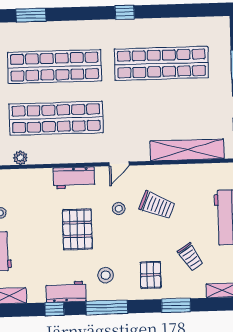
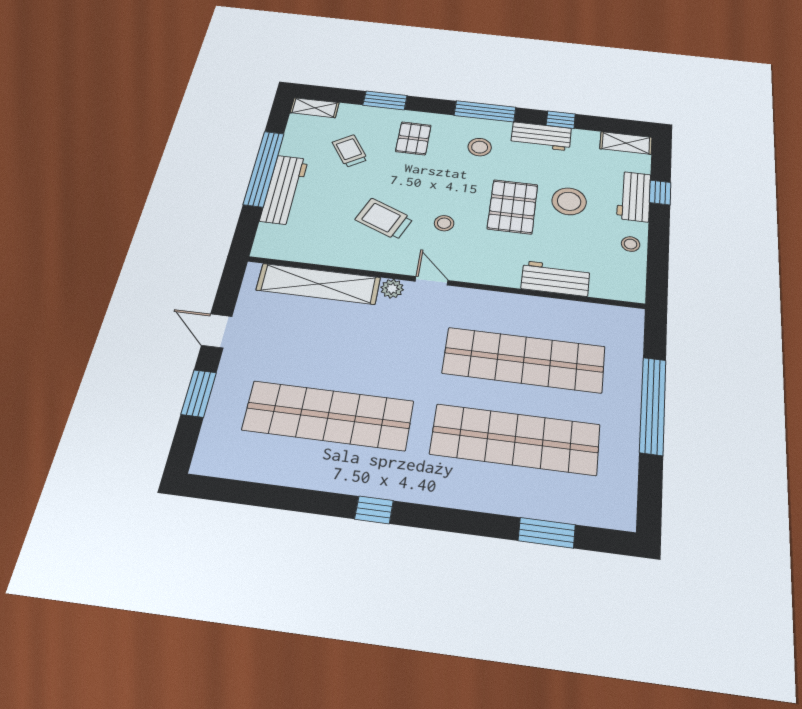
plant: (20, 158) -> (392, 289), moved
door: (119, 164) -> (432, 281), hinge flipped
workbench: (74, 178) -> (556, 278), moved
stool: (42, 240) -> (569, 201), added

